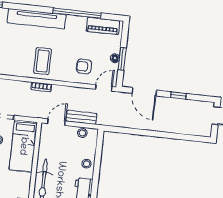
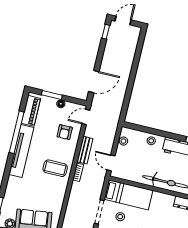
tv unit: (37, 19) -> (21, 151), moved
window: (122, 59) -> (52, 95), moved
door: (104, 88) -> (86, 117), hinge flipped
window: (178, 96) -> (106, 32), moved
bench: (81, 117) -> (85, 150), moved

